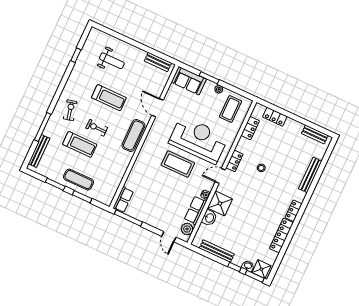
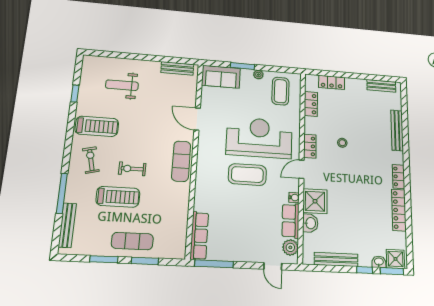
weight bench: (112, 61) -> (122, 85), turned 180
treadmill: (109, 98) -> (97, 126), moved
row of seats: (123, 200) -> (199, 236), width x1.48

